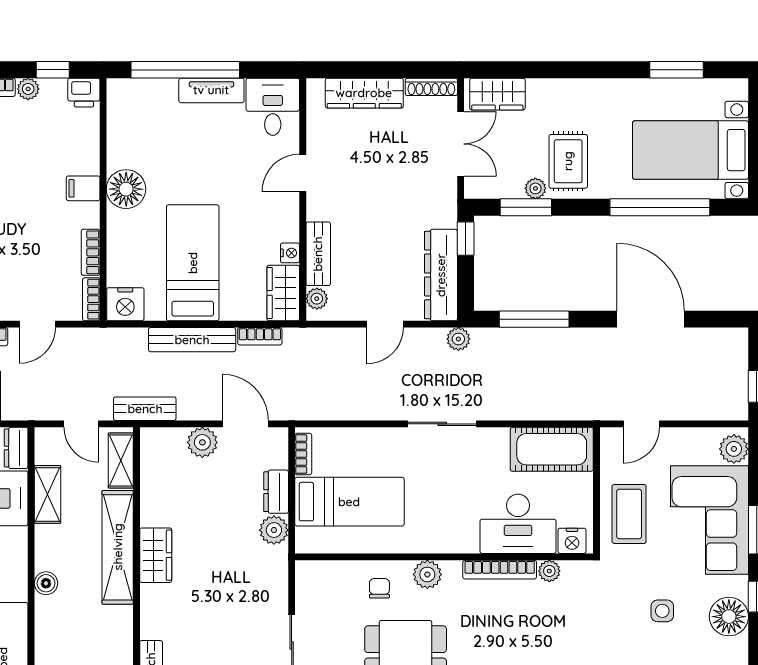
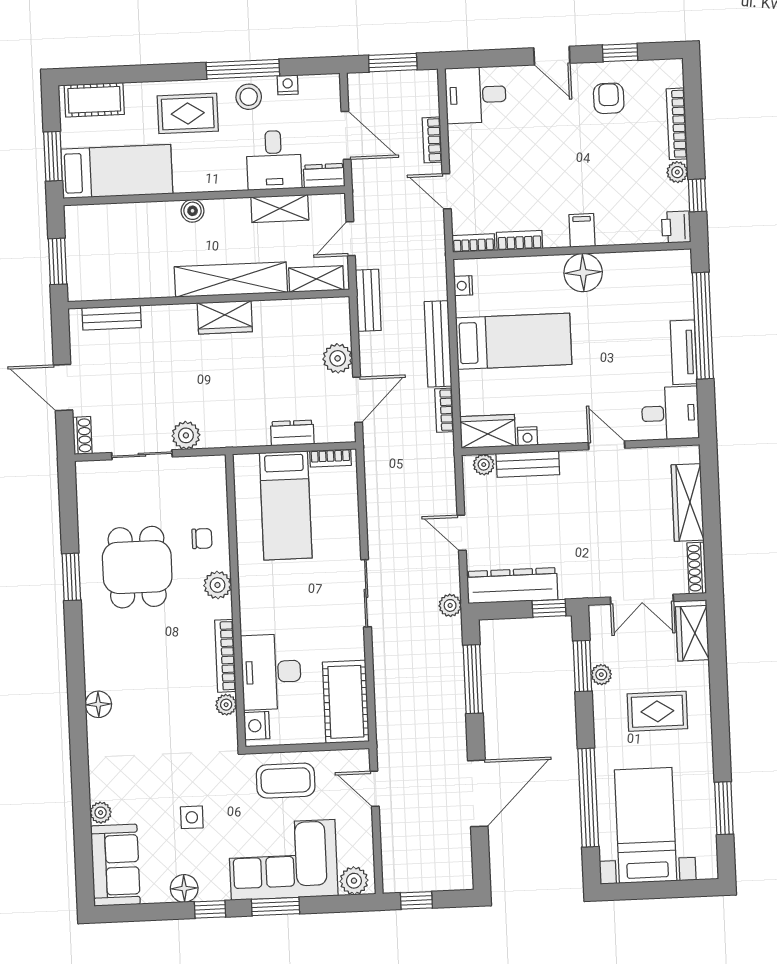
rug: (568, 161) -> (657, 711), moved
nightstand: (125, 304) -> (463, 286), width x0.53, depth x0.56
plant: (274, 530) -> (186, 435), moved
floor lamp: (729, 617) -> (184, 888), width x0.73, depth x0.73

